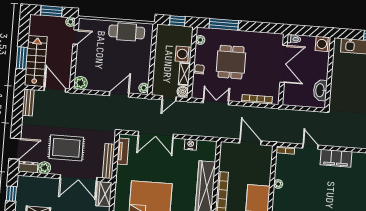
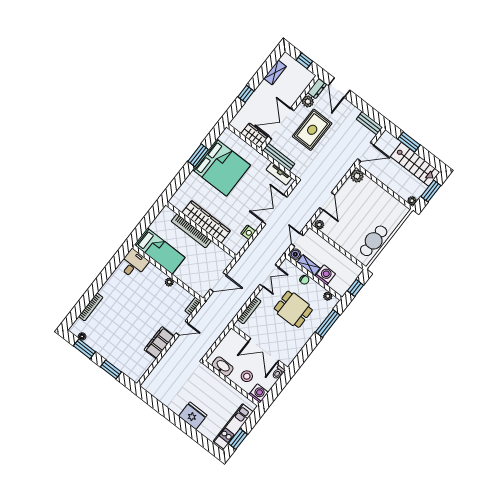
door: (76, 37) -> (397, 197), removed
stairs: (36, 61) -> (415, 164), moved
stool: (315, 64) -> (247, 376), added

